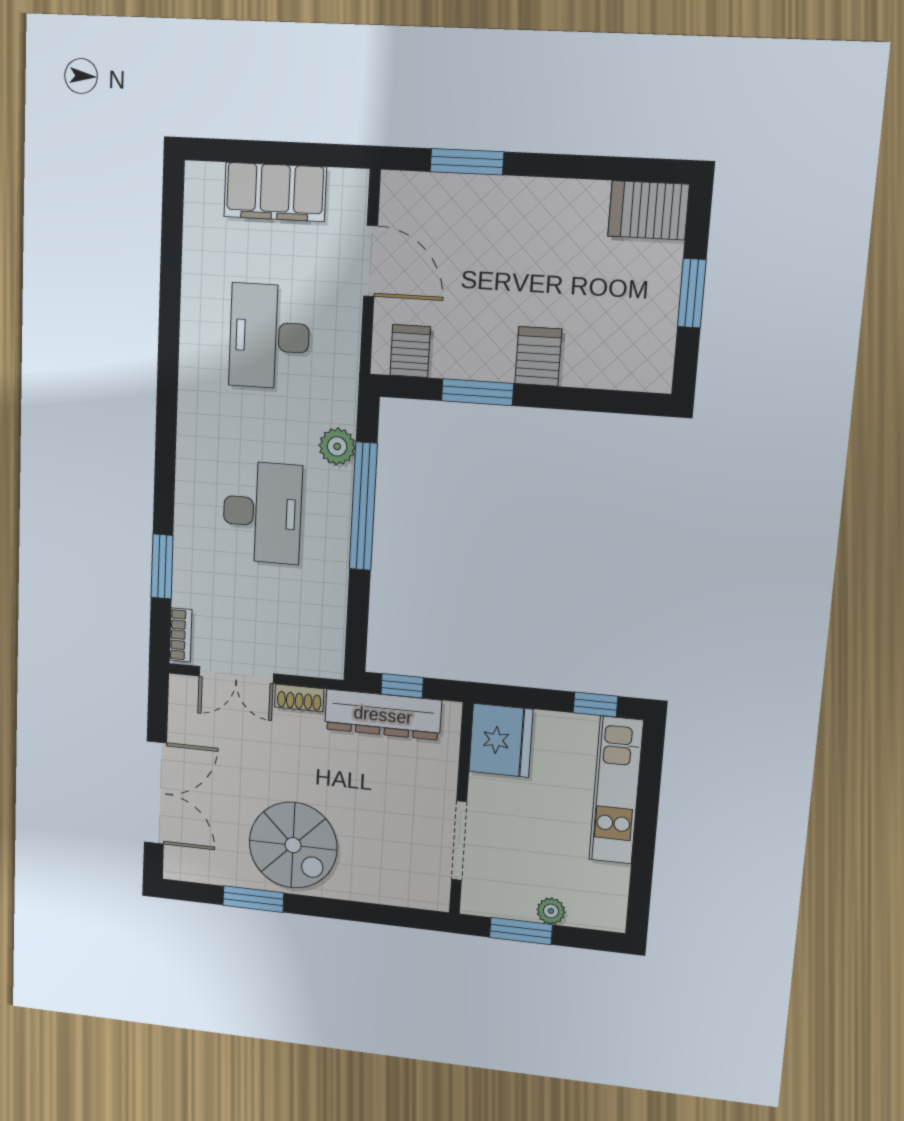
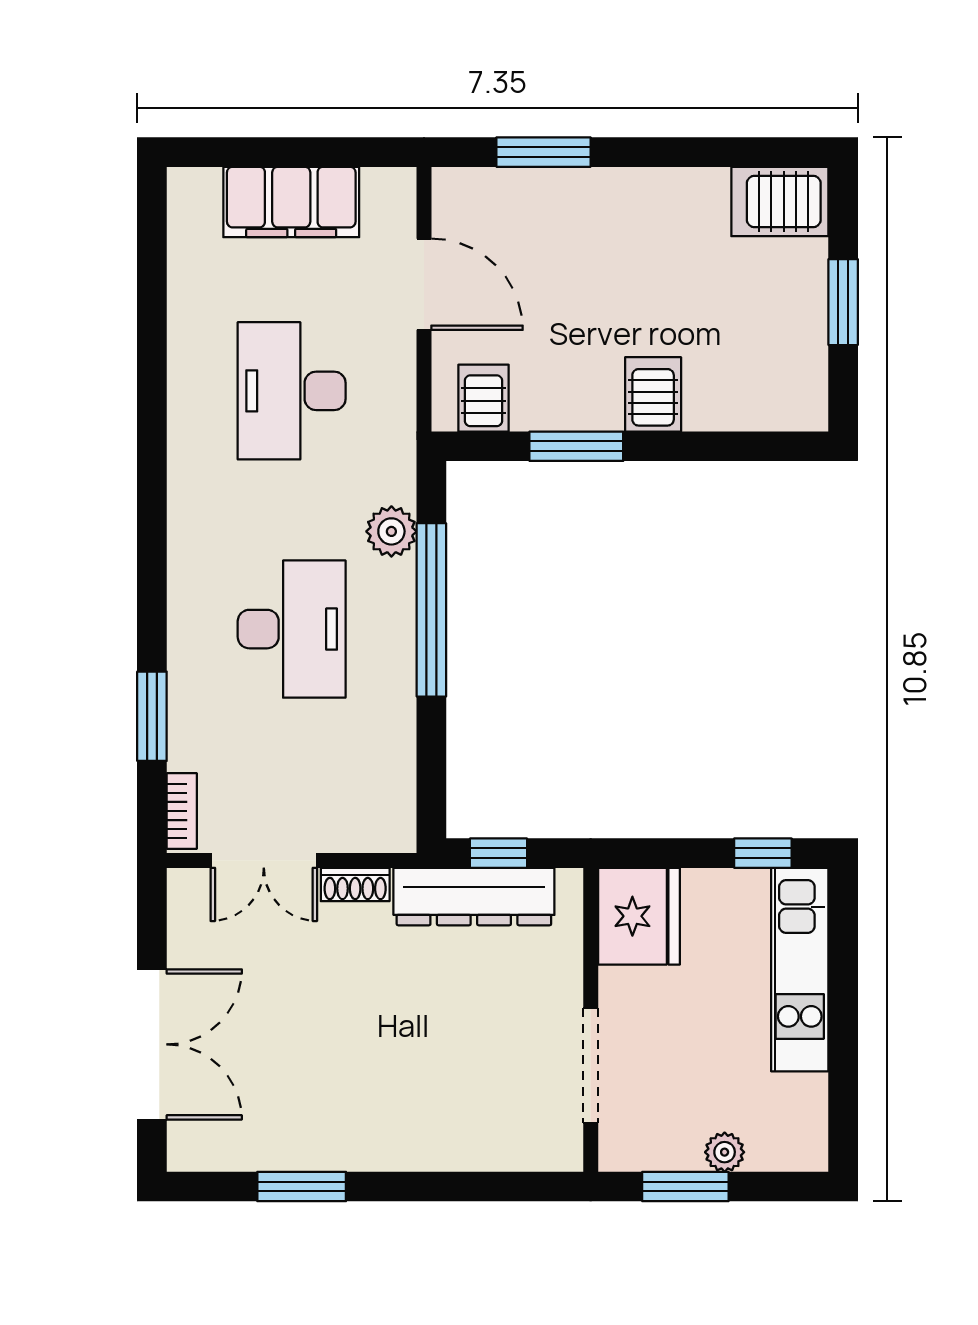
spiral stairs: (293, 845) -> (356, 1099), removed

